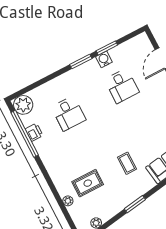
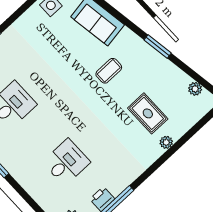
plant: (68, 201) -> (166, 142), moved

